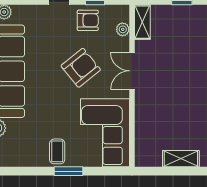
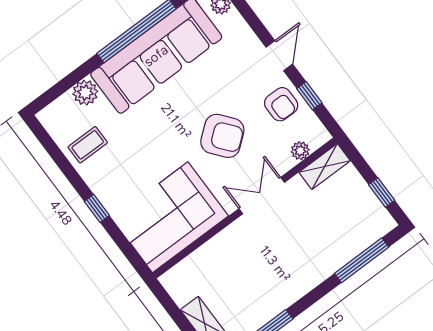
coffee table: (57, 151) -> (88, 145), moved
window: (68, 171) -> (97, 208), width x0.67

